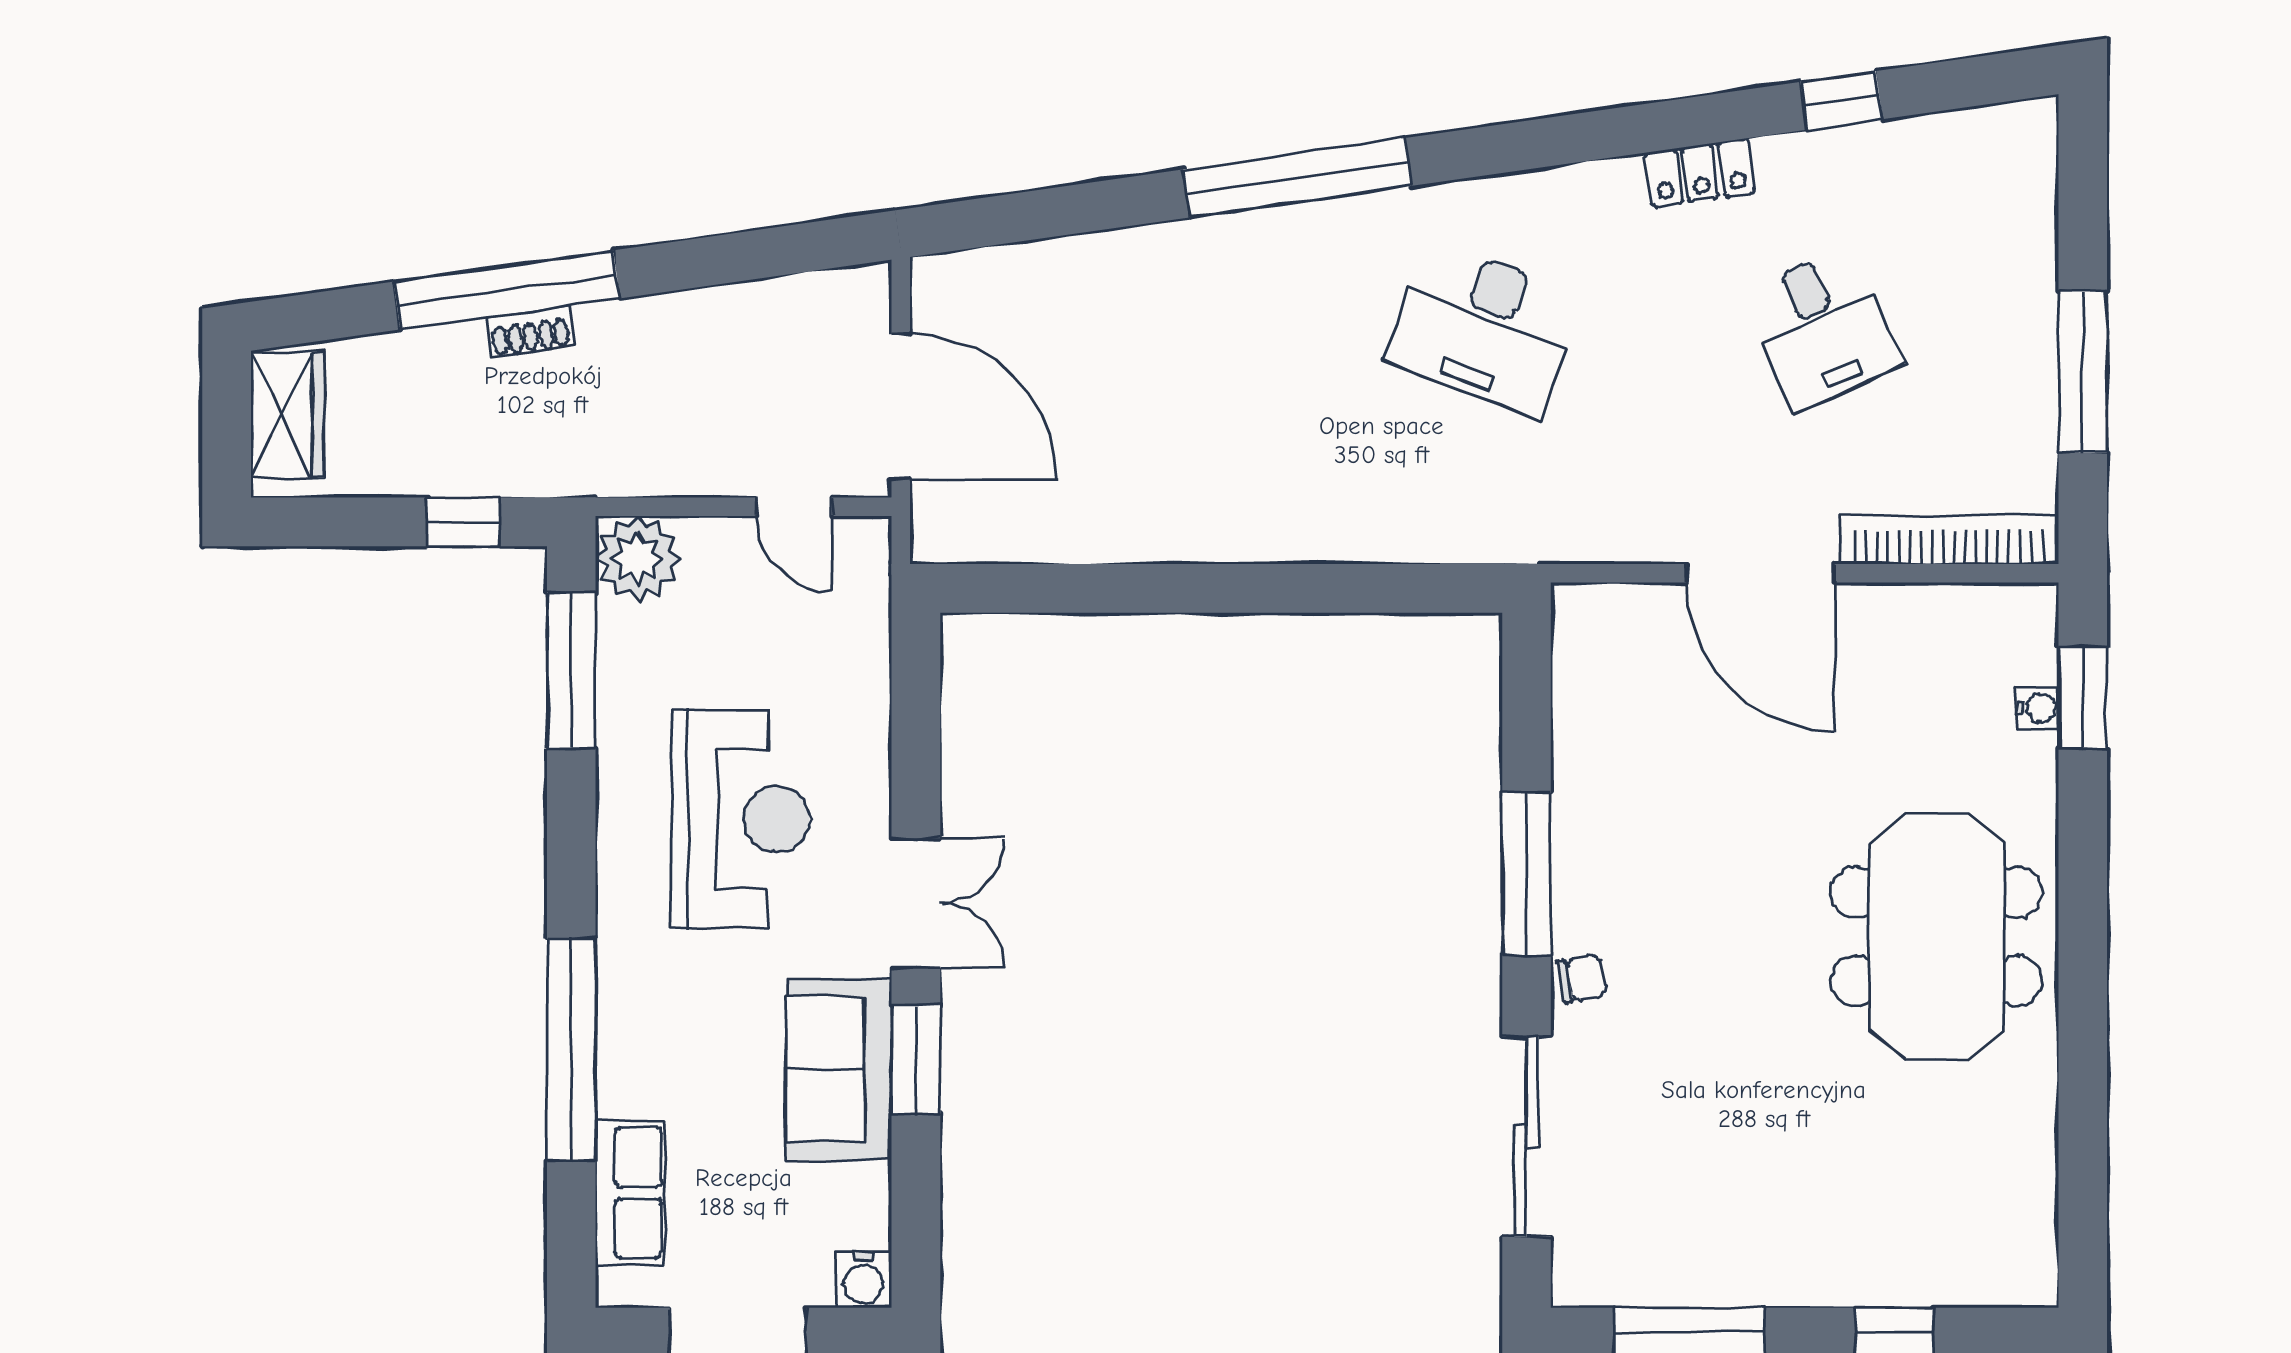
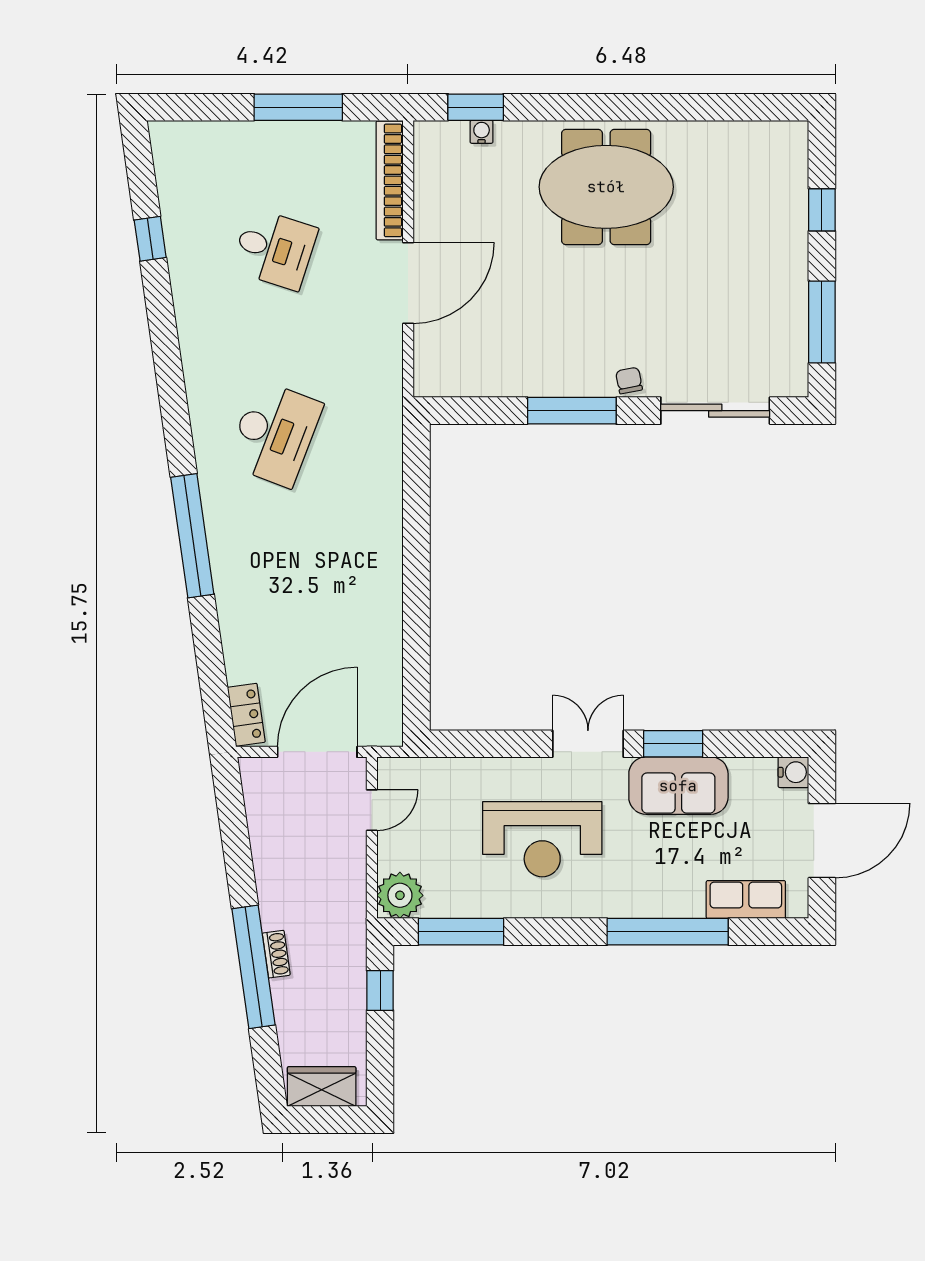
locker: (1700, 173) -> (246, 715), moved
desk: (1823, 328) -> (275, 249), turned 42
reception desk: (741, 819) -> (542, 839), turned 180

